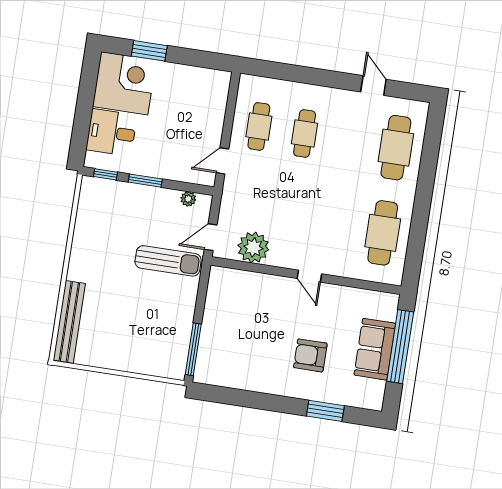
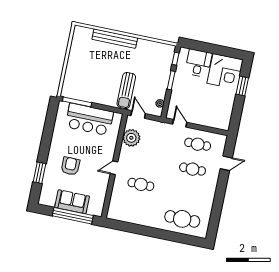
door: (373, 86) -> (226, 163), moved
cafe table: (383, 233) -> (141, 184), moved, width x0.73, depth x0.74
bench: (69, 322) -> (115, 39), moved
bar counter: (224, 325) -> (89, 119), added

